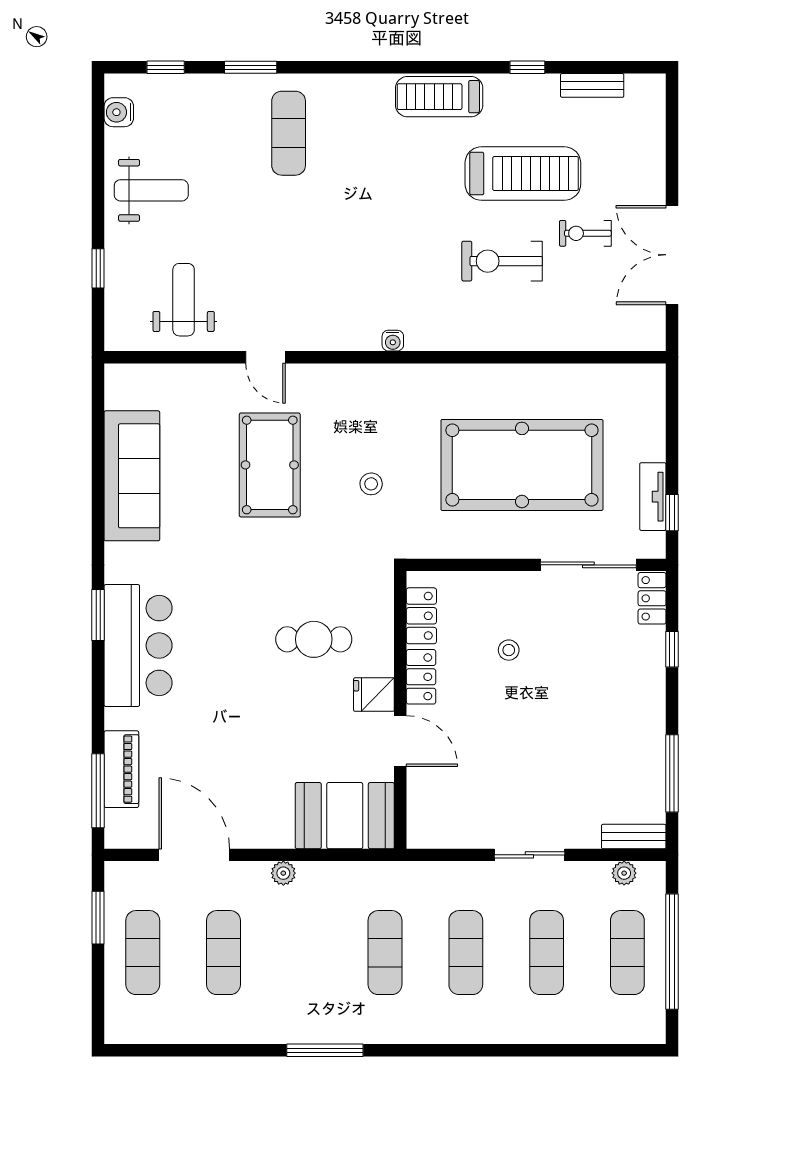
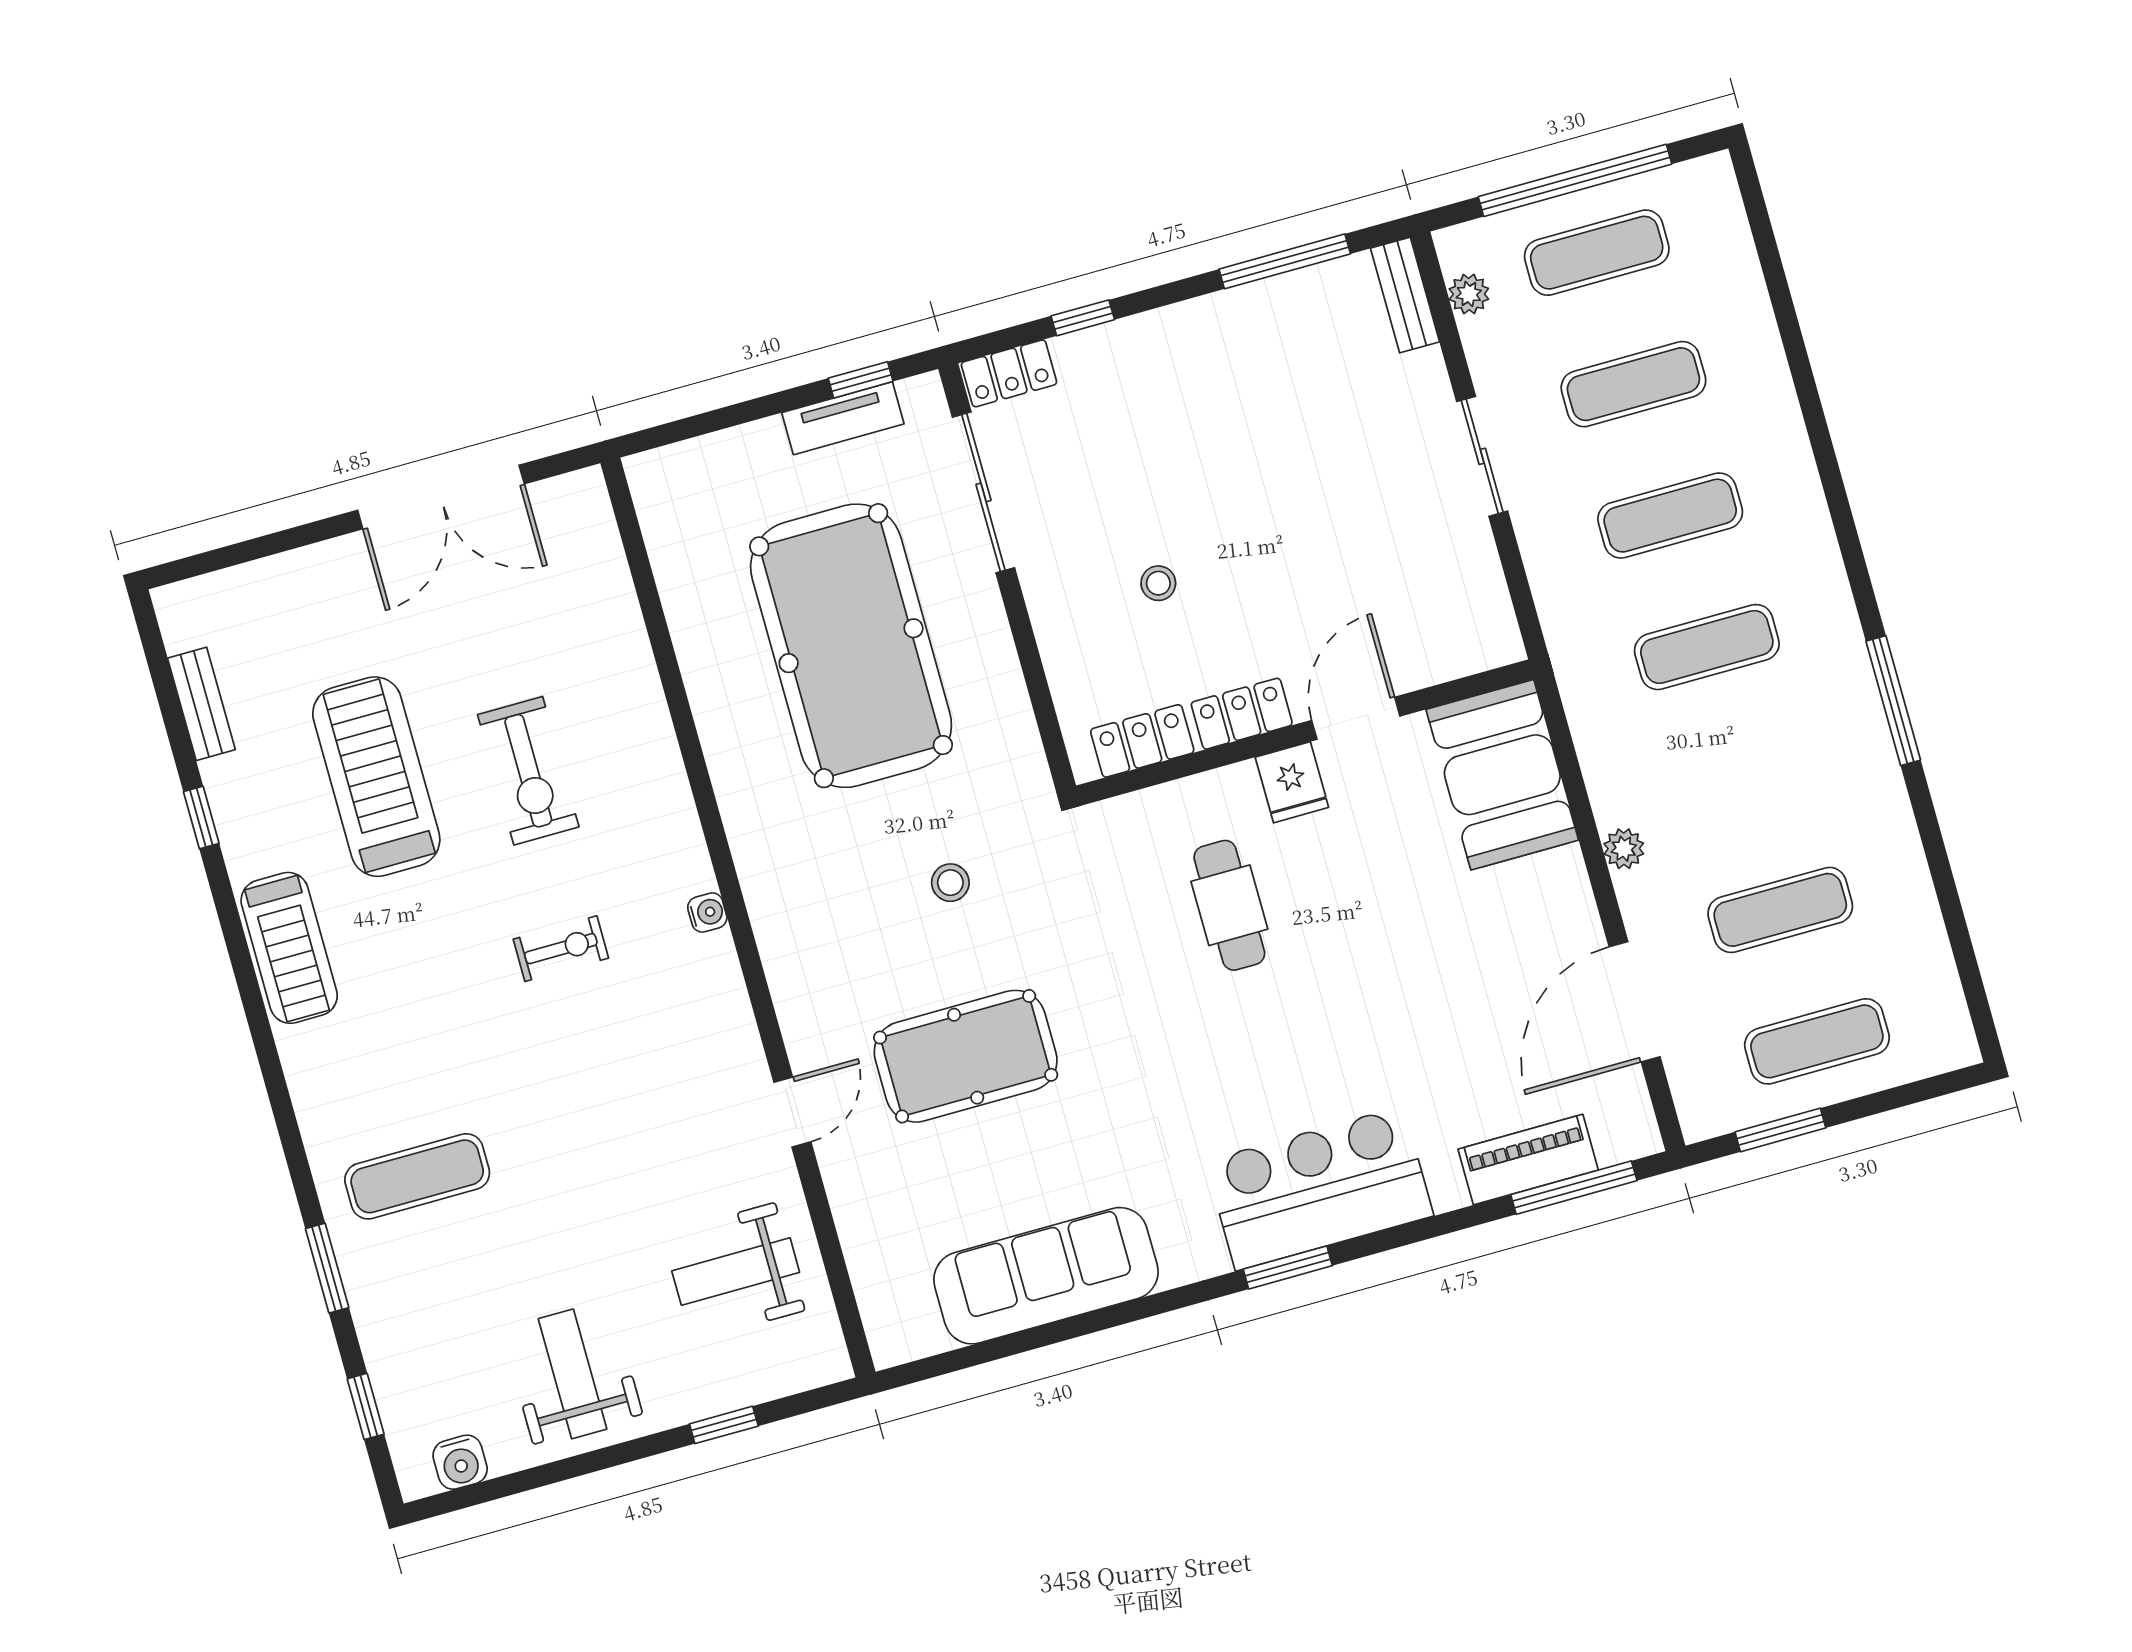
exercise bike: (585, 233) -> (561, 949), moved, turned -90

